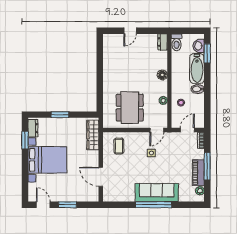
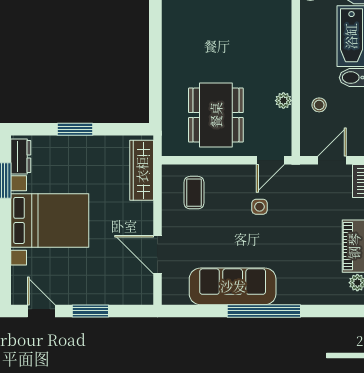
floor lamp: (162, 75) -> (281, 49), removed
sofa: (157, 193) -> (233, 286), moved

